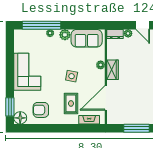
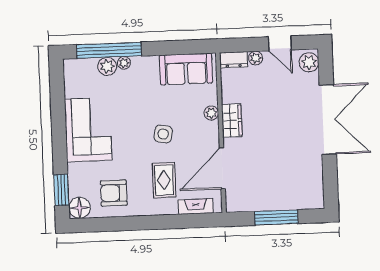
plant: (65, 35) -> (107, 66), moved

